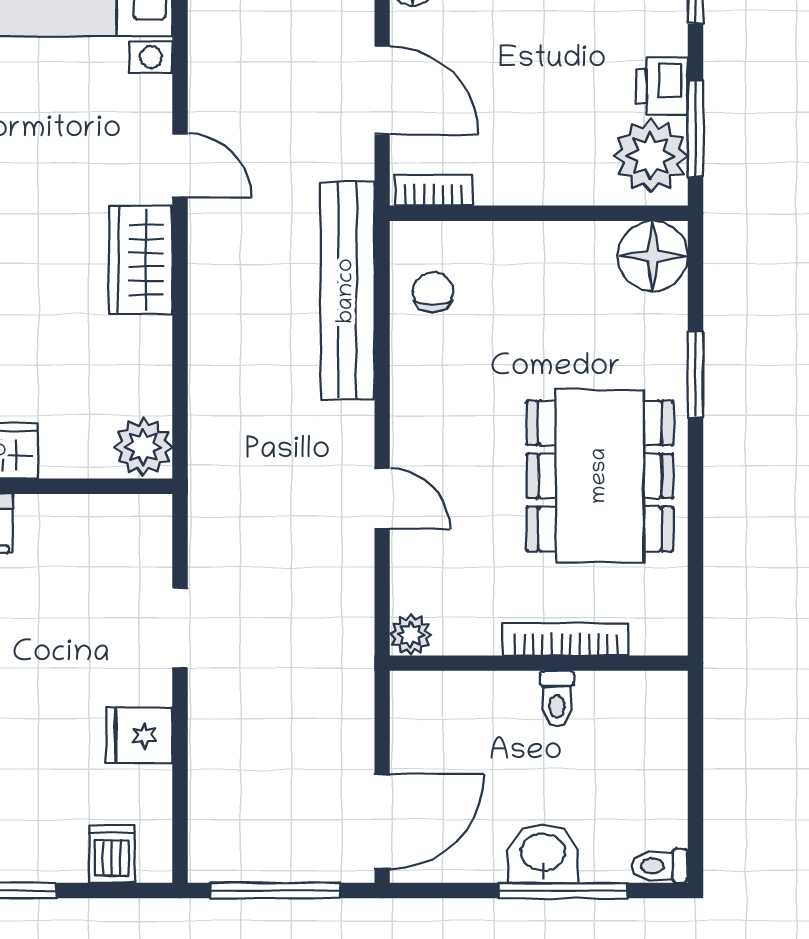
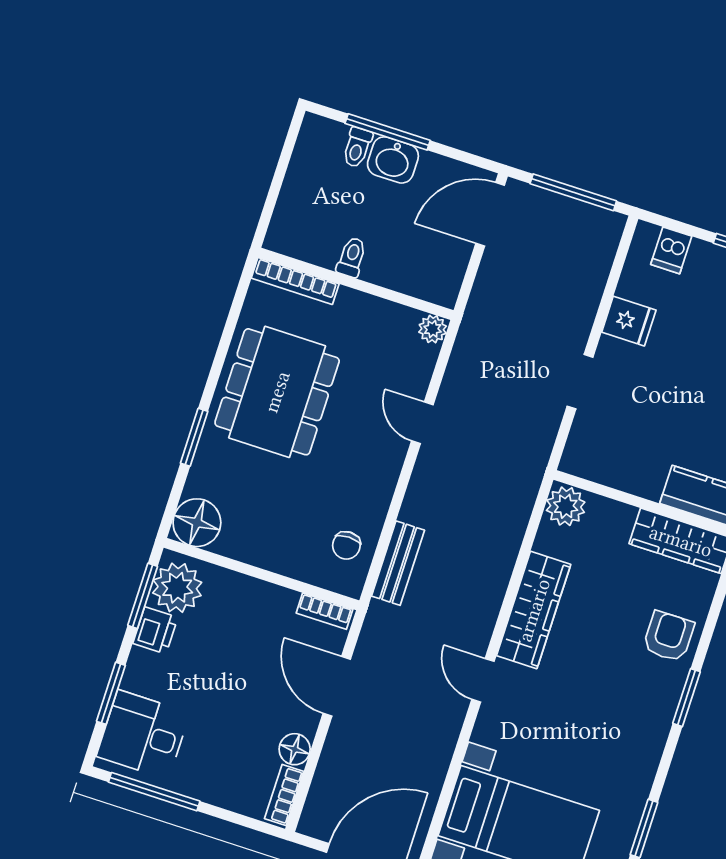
wardrobe: (141, 260) -> (534, 610), width x1.50
bench: (347, 291) -> (398, 563), width x0.54, depth x0.82
bookcase: (566, 639) -> (295, 281), moved
toilet: (660, 866) -> (357, 147), moved, turned 90

